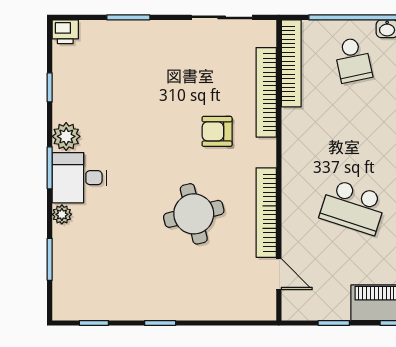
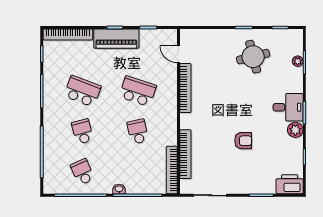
printer: (65, 32) -> (290, 184), width x1.87, depth x1.48
school desk: (353, 60) -> (138, 132), moved
armchair: (217, 131) -> (243, 141), moved
plant: (62, 214) -> (298, 61), moved
round table: (194, 214) -> (253, 57), moved

